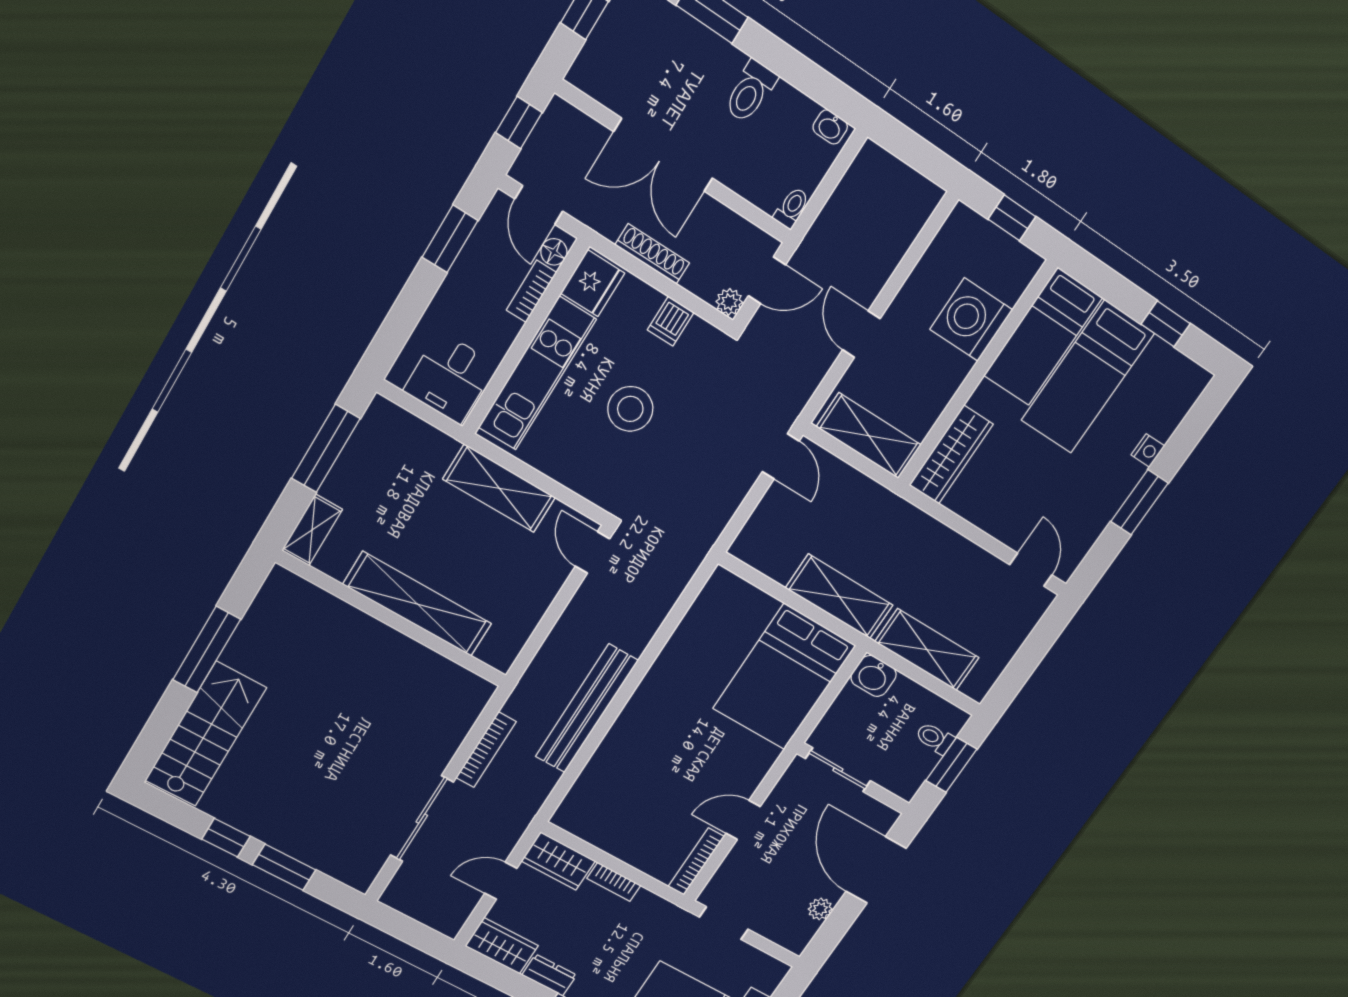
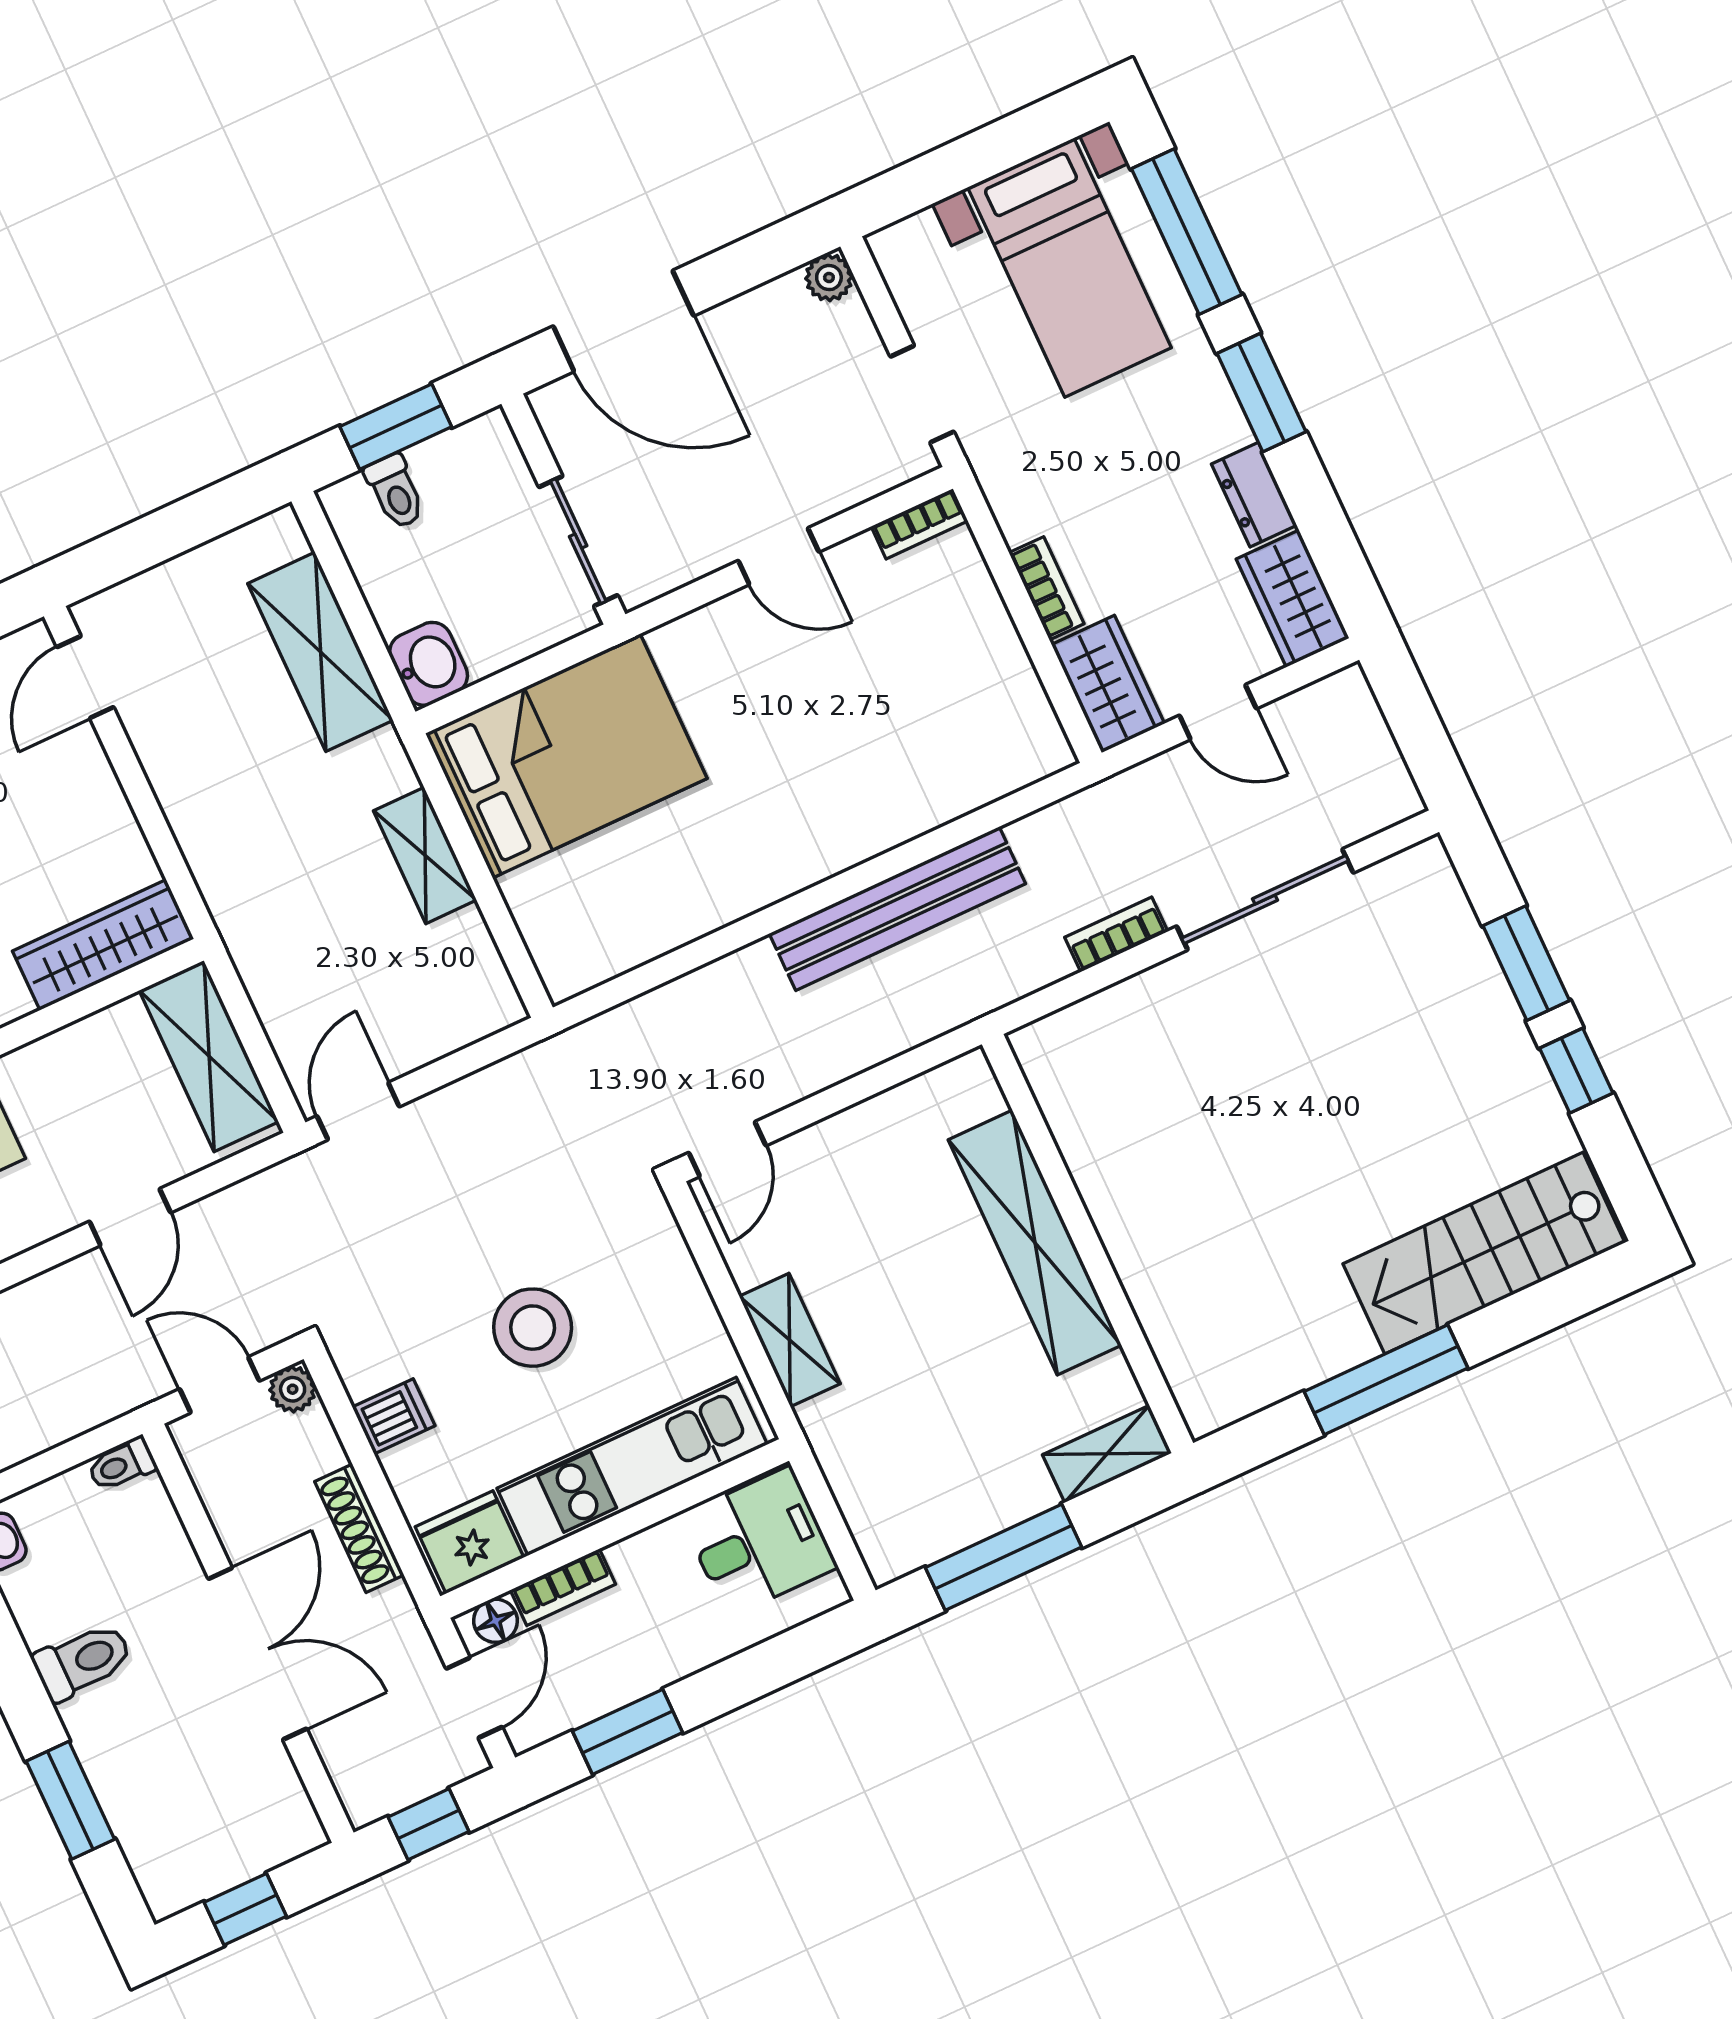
shelving: (499, 488) -> (790, 1340), width x0.67, depth x0.75
shelving: (839, 597) -> (425, 855), width x0.67, depth x0.75
bookcase: (486, 750) -> (1116, 934), width x0.64
bookcase: (696, 862) -> (919, 524), width x0.64
door: (876, 870) -> (623, 321), hinge flipped
plant: (820, 909) -> (829, 278), moved

